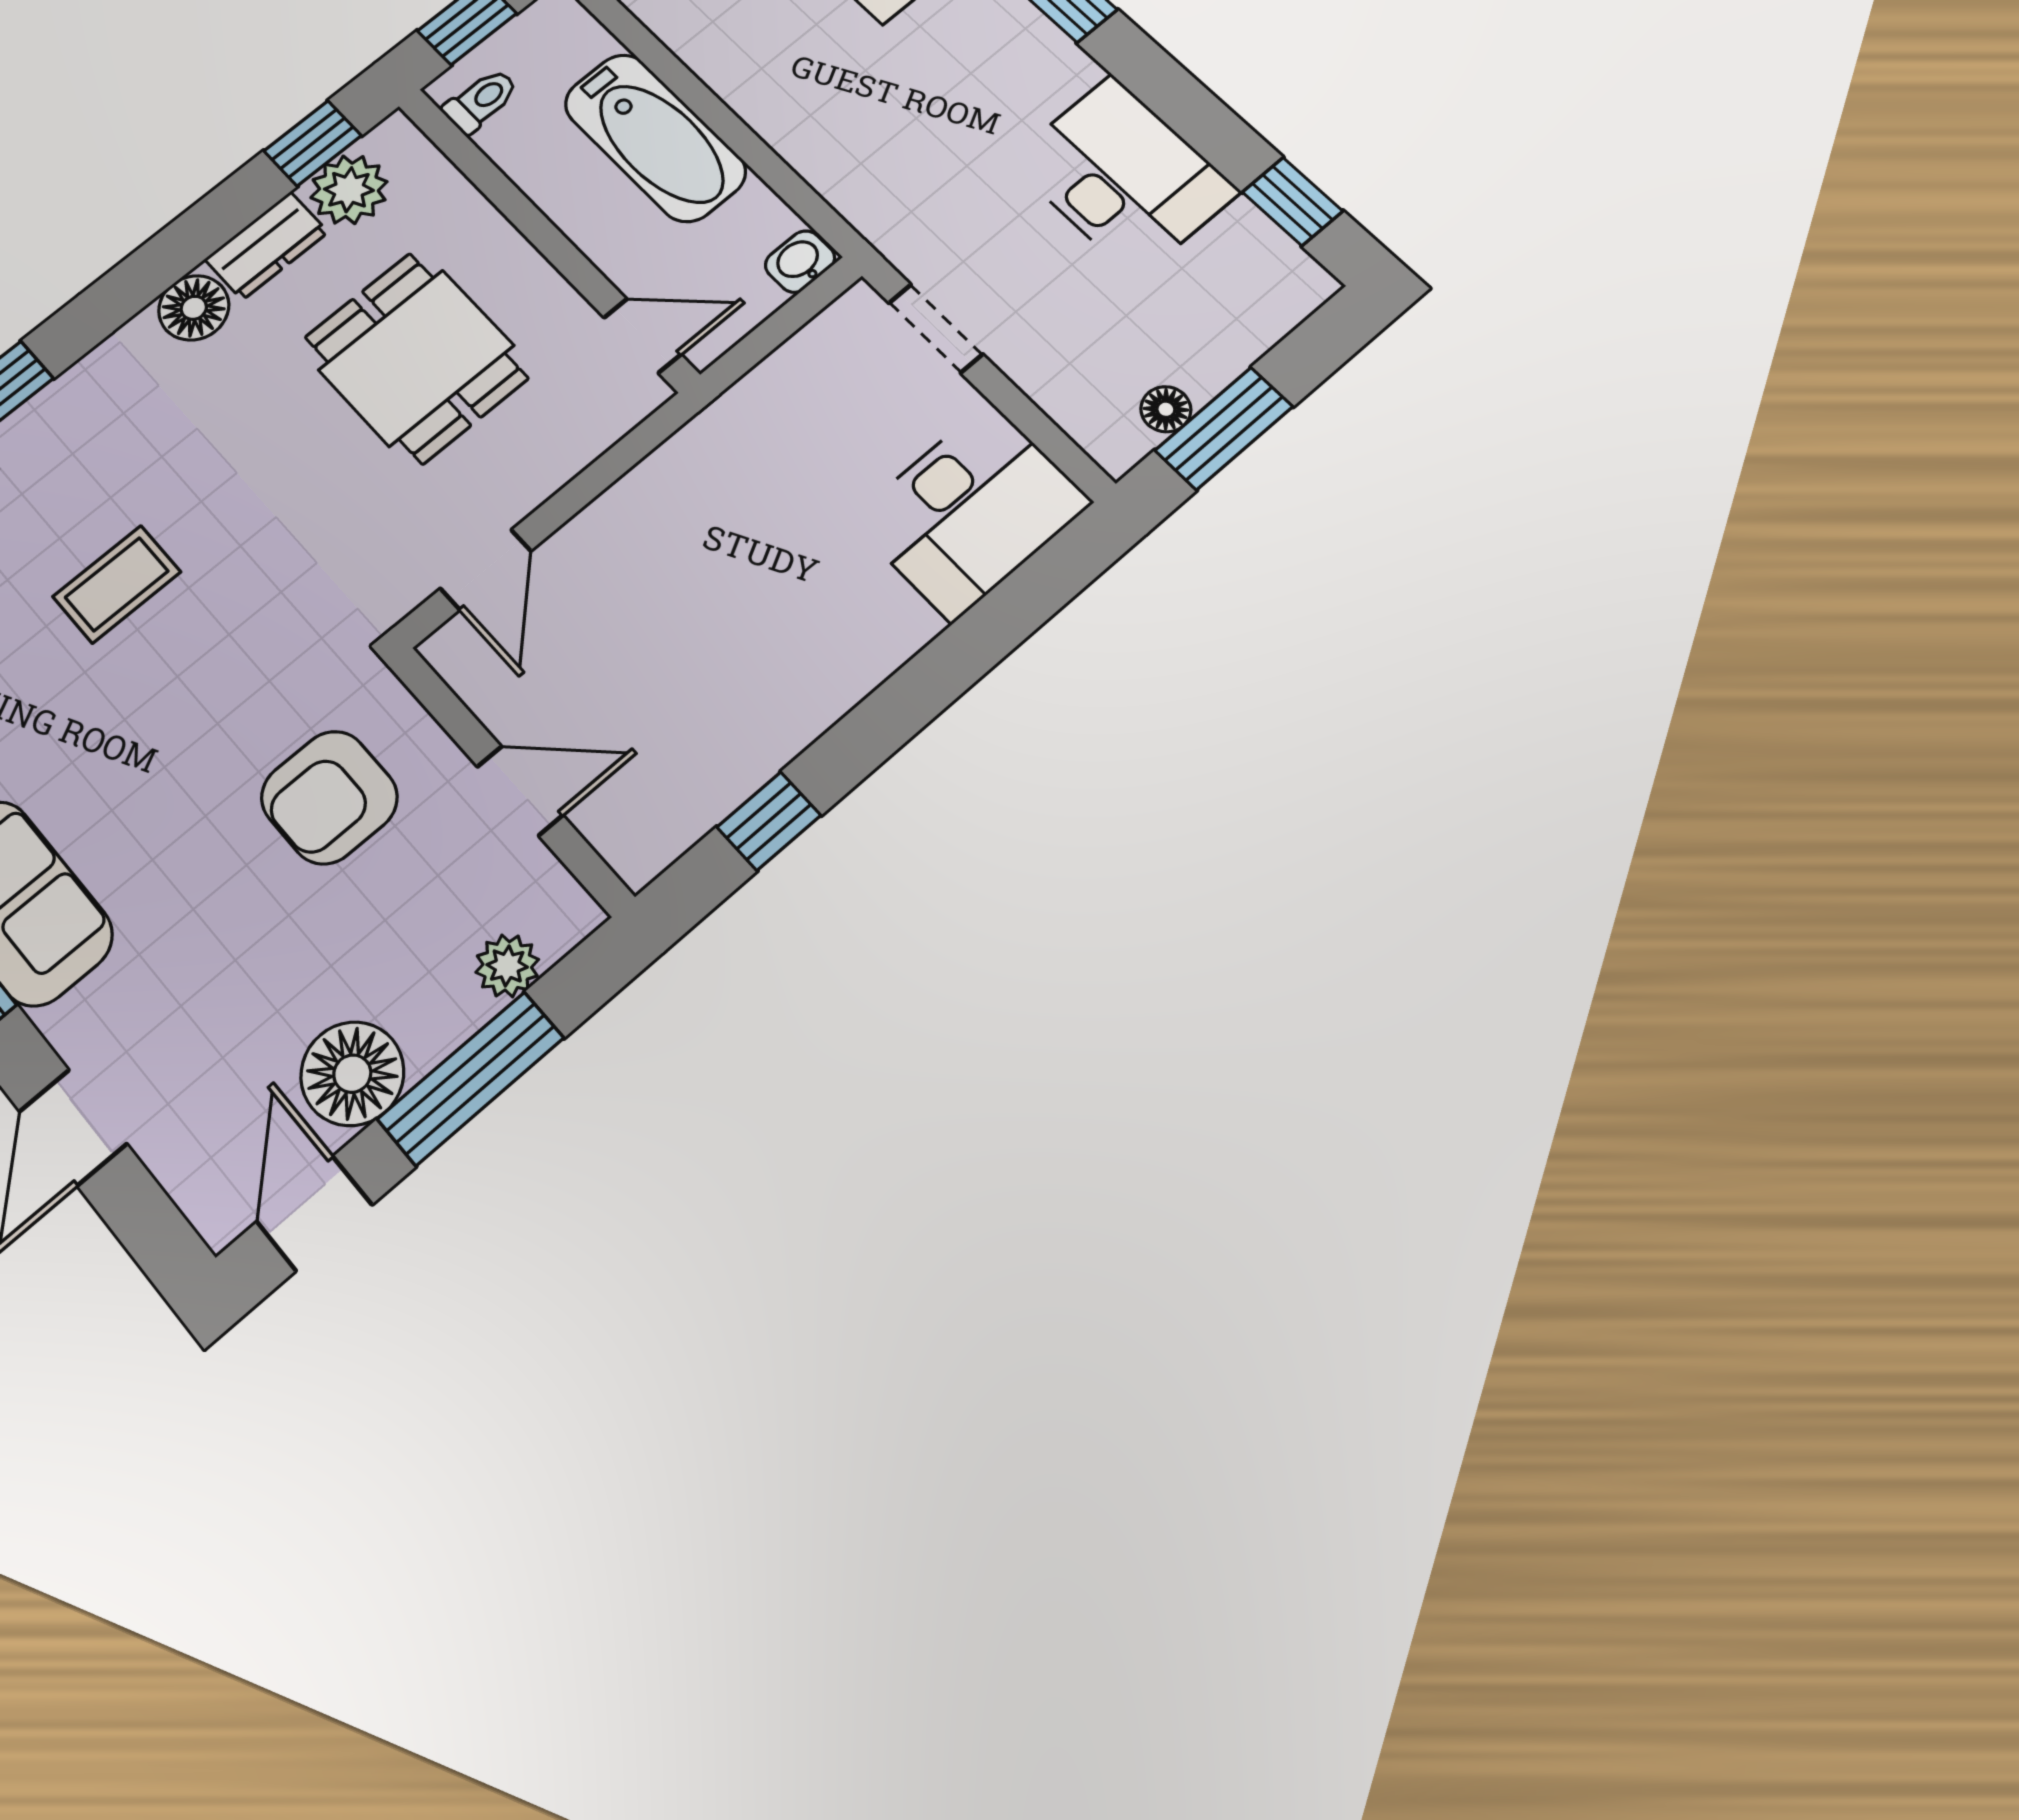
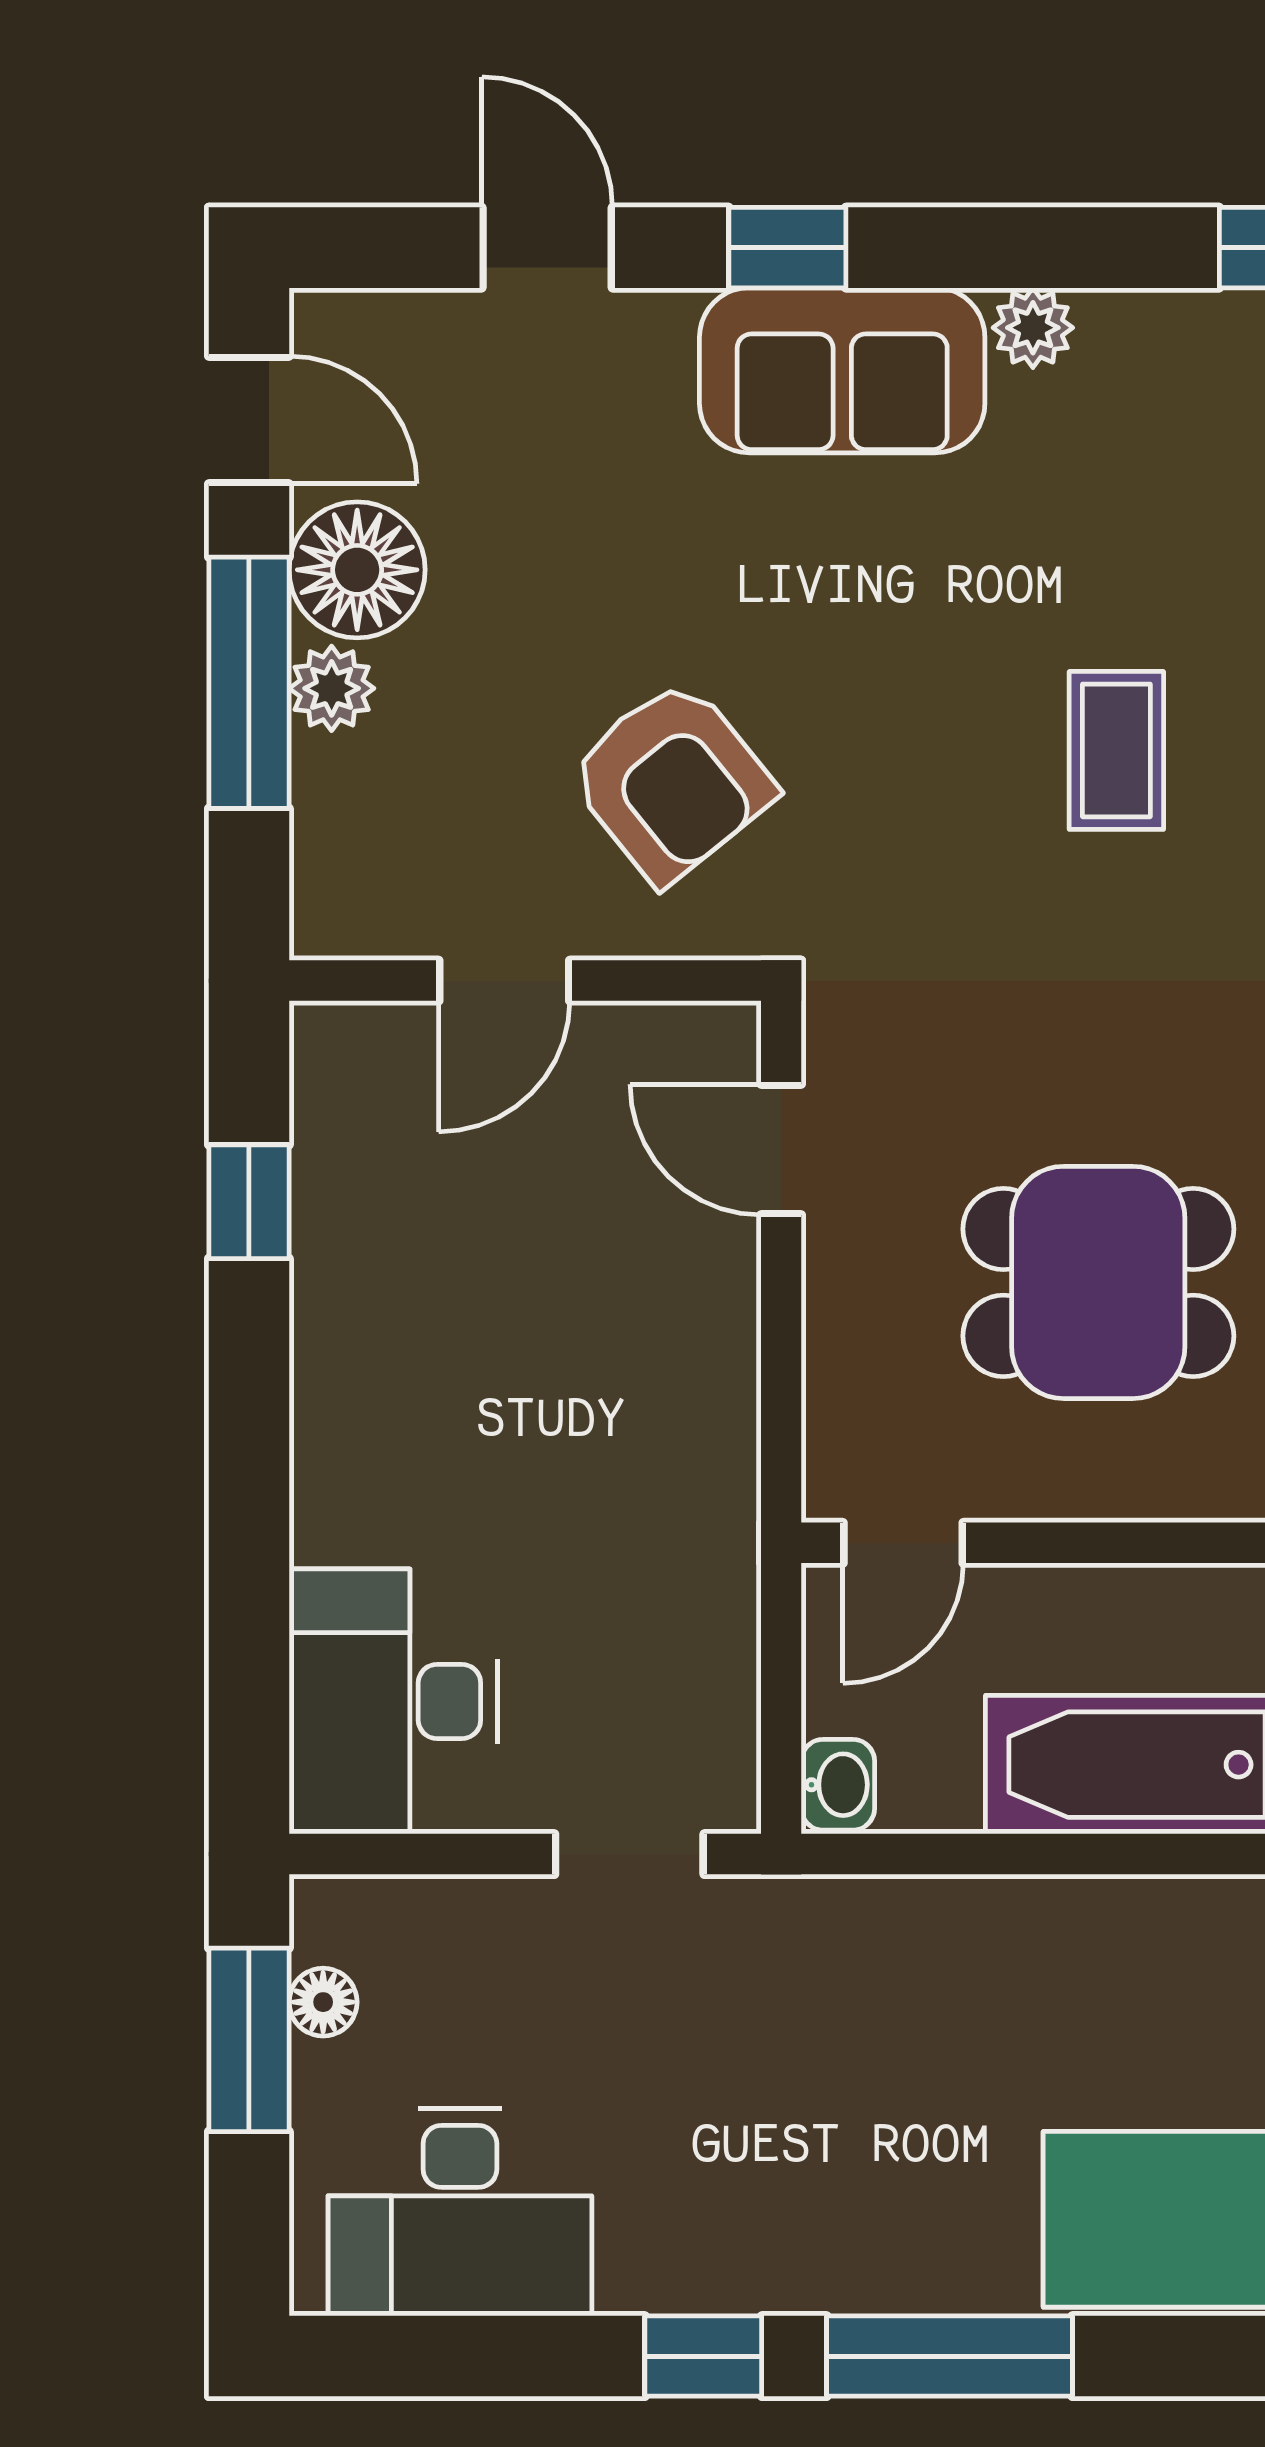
desk: (1124, 176) -> (460, 2212), moved
window: (1292, 202) -> (703, 2356), moved
armchair: (329, 797) -> (671, 781), turned 141
plant: (507, 966) -> (332, 688), moved

